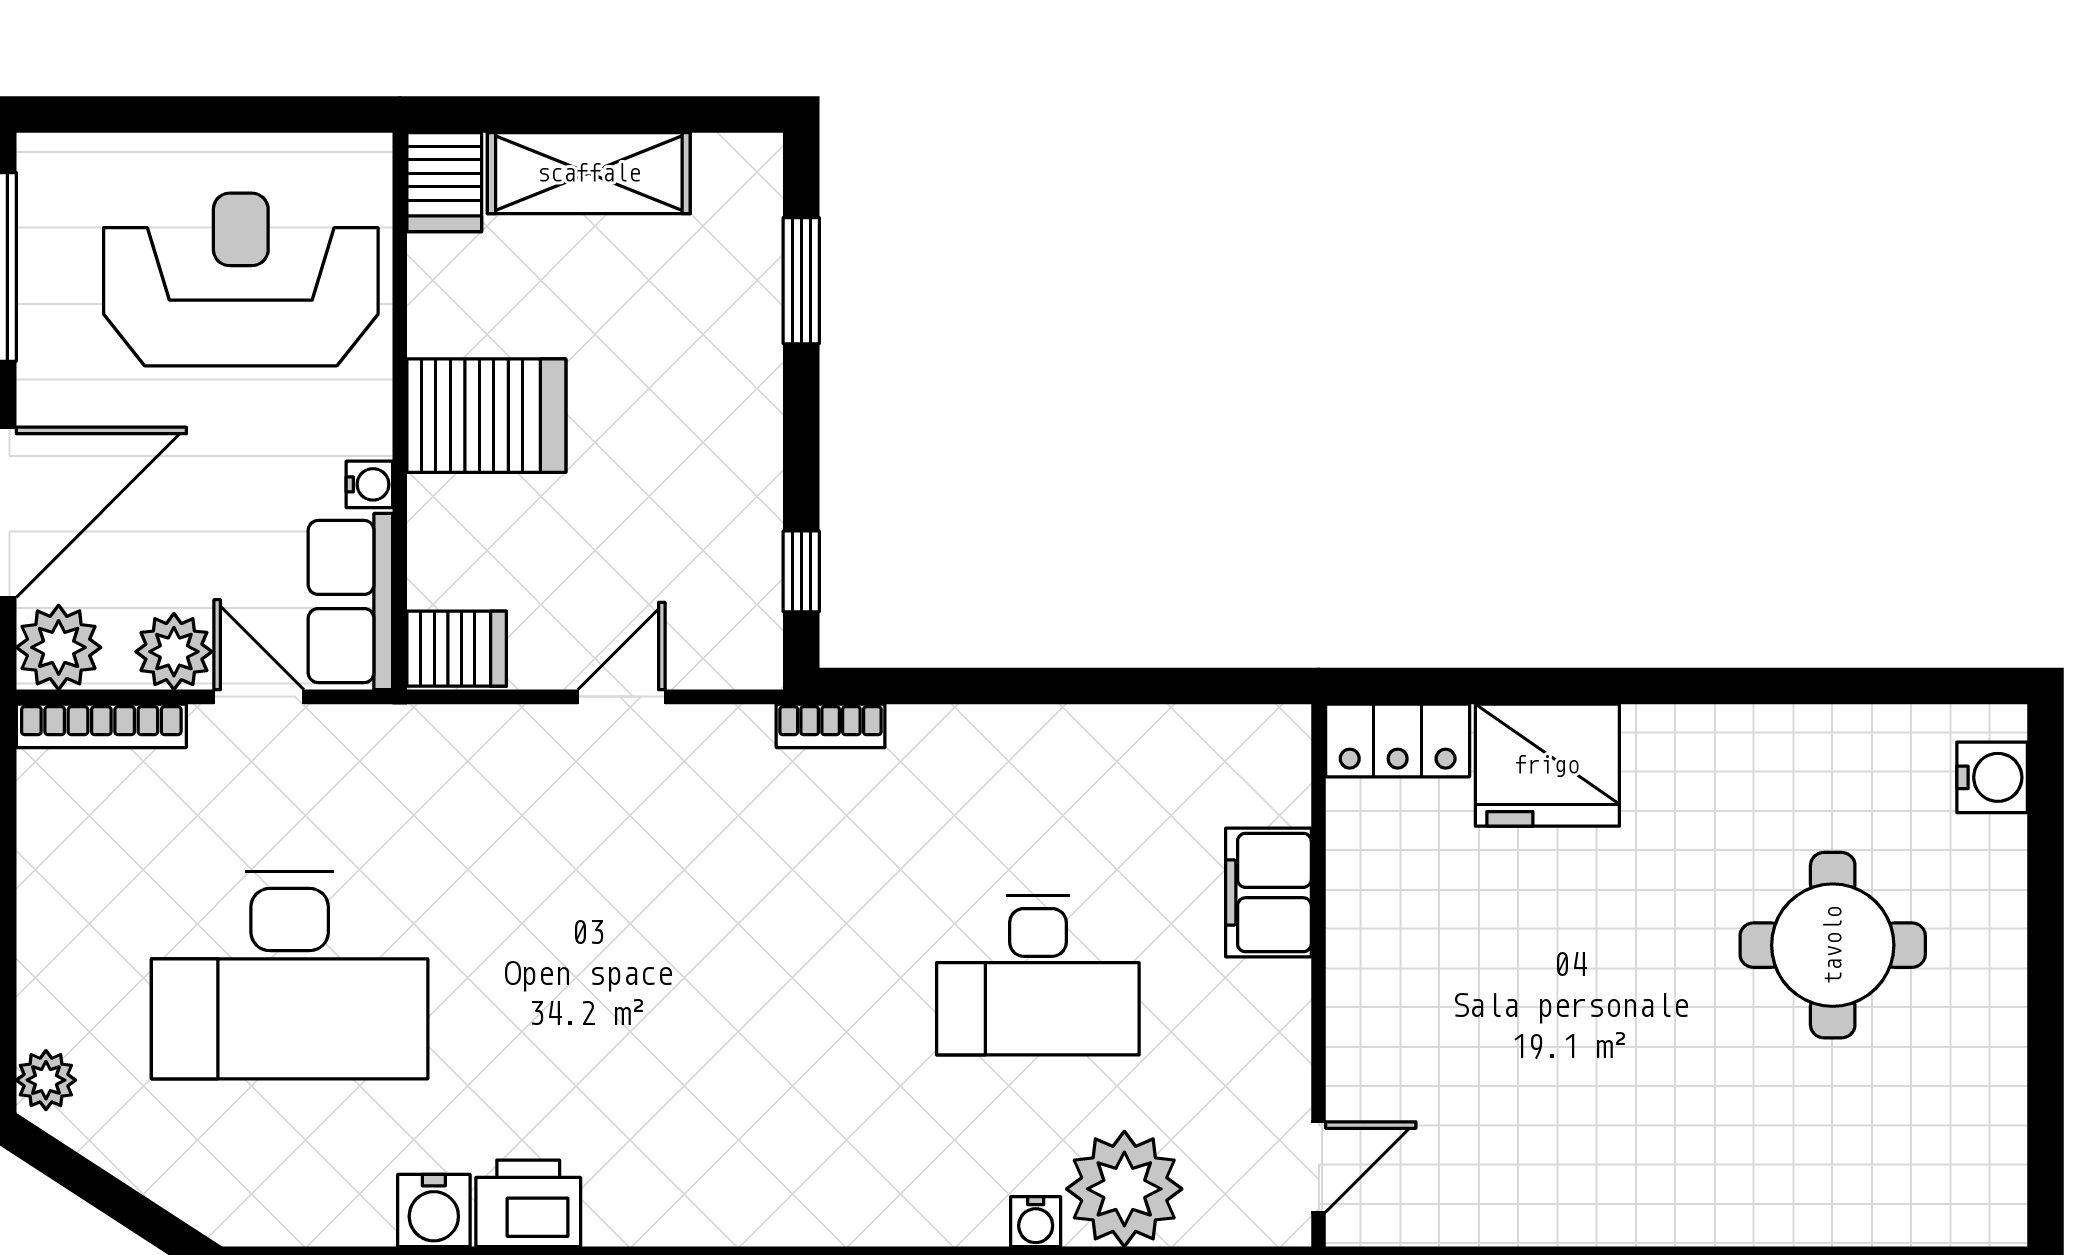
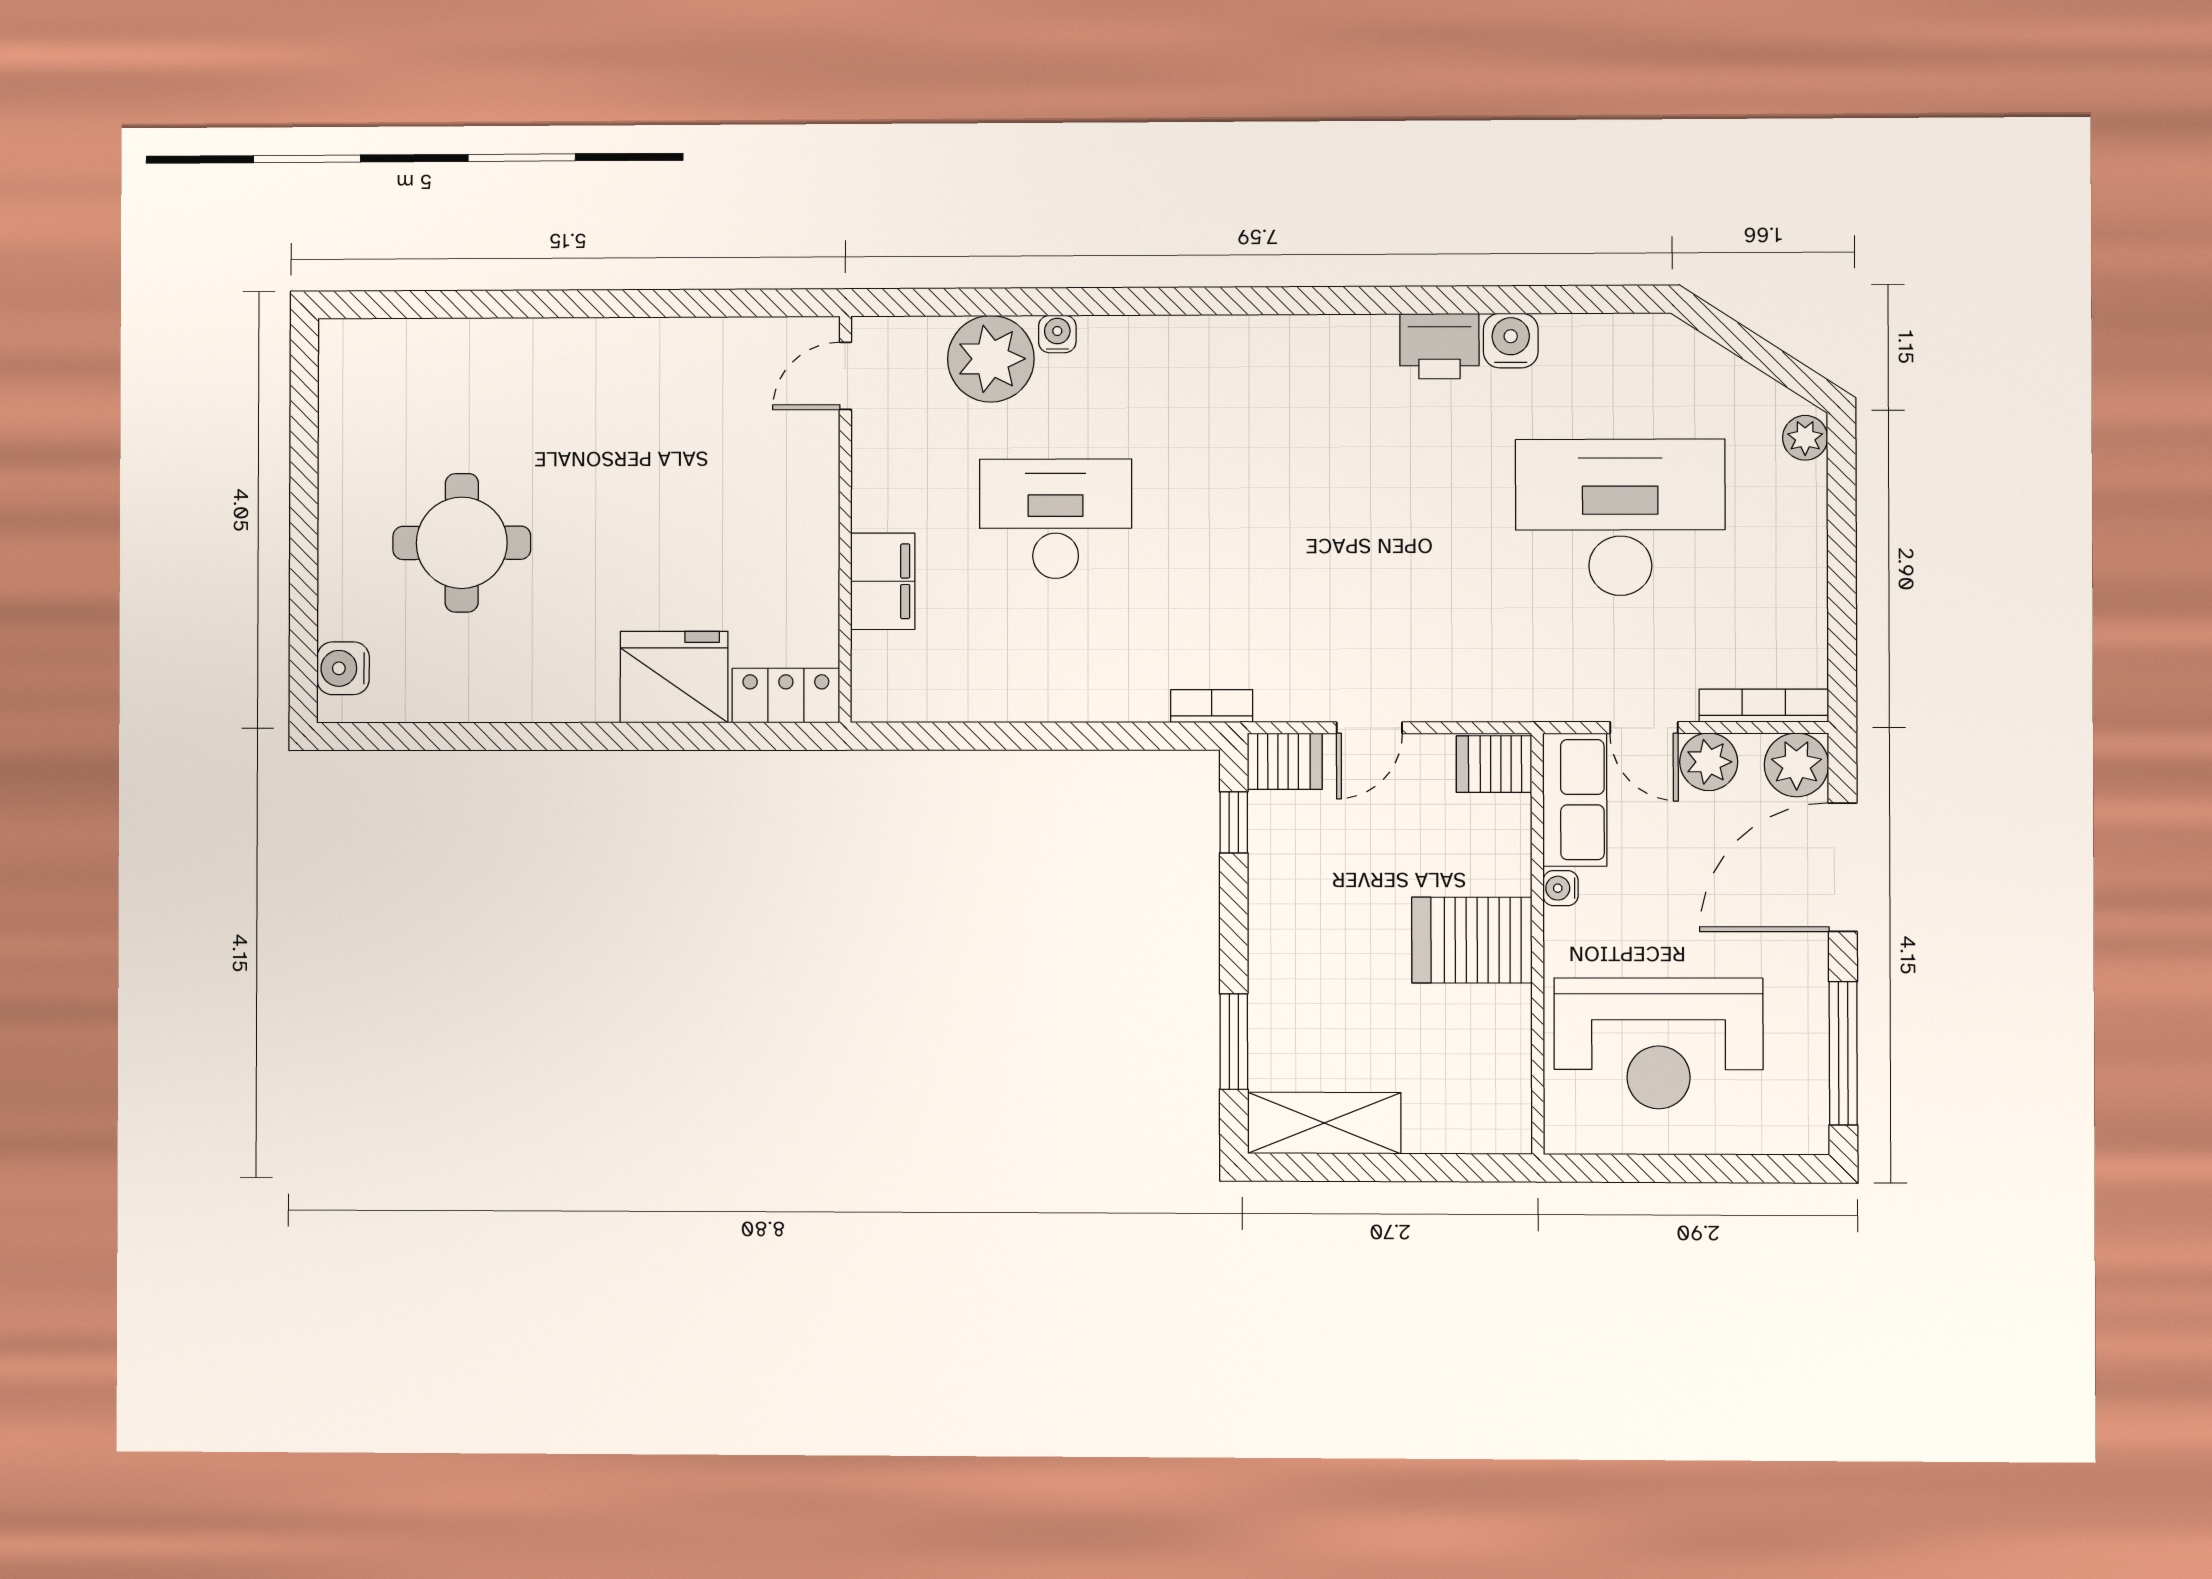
shelving: (589, 173) -> (1324, 1123), moved
server rack: (444, 182) -> (1285, 761), moved, turned 90

